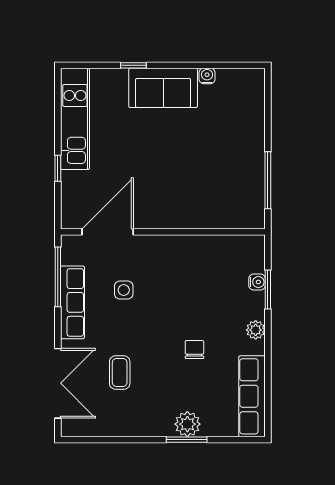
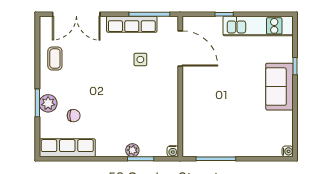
water cooler: (207, 76) -> (288, 151), moved
water cooler: (257, 282) -> (173, 151), moved
plant: (256, 330) -> (132, 150), moved
chair: (194, 350) -> (74, 116), moved
coffee table: (120, 373) -> (55, 58), moved, turned 90

